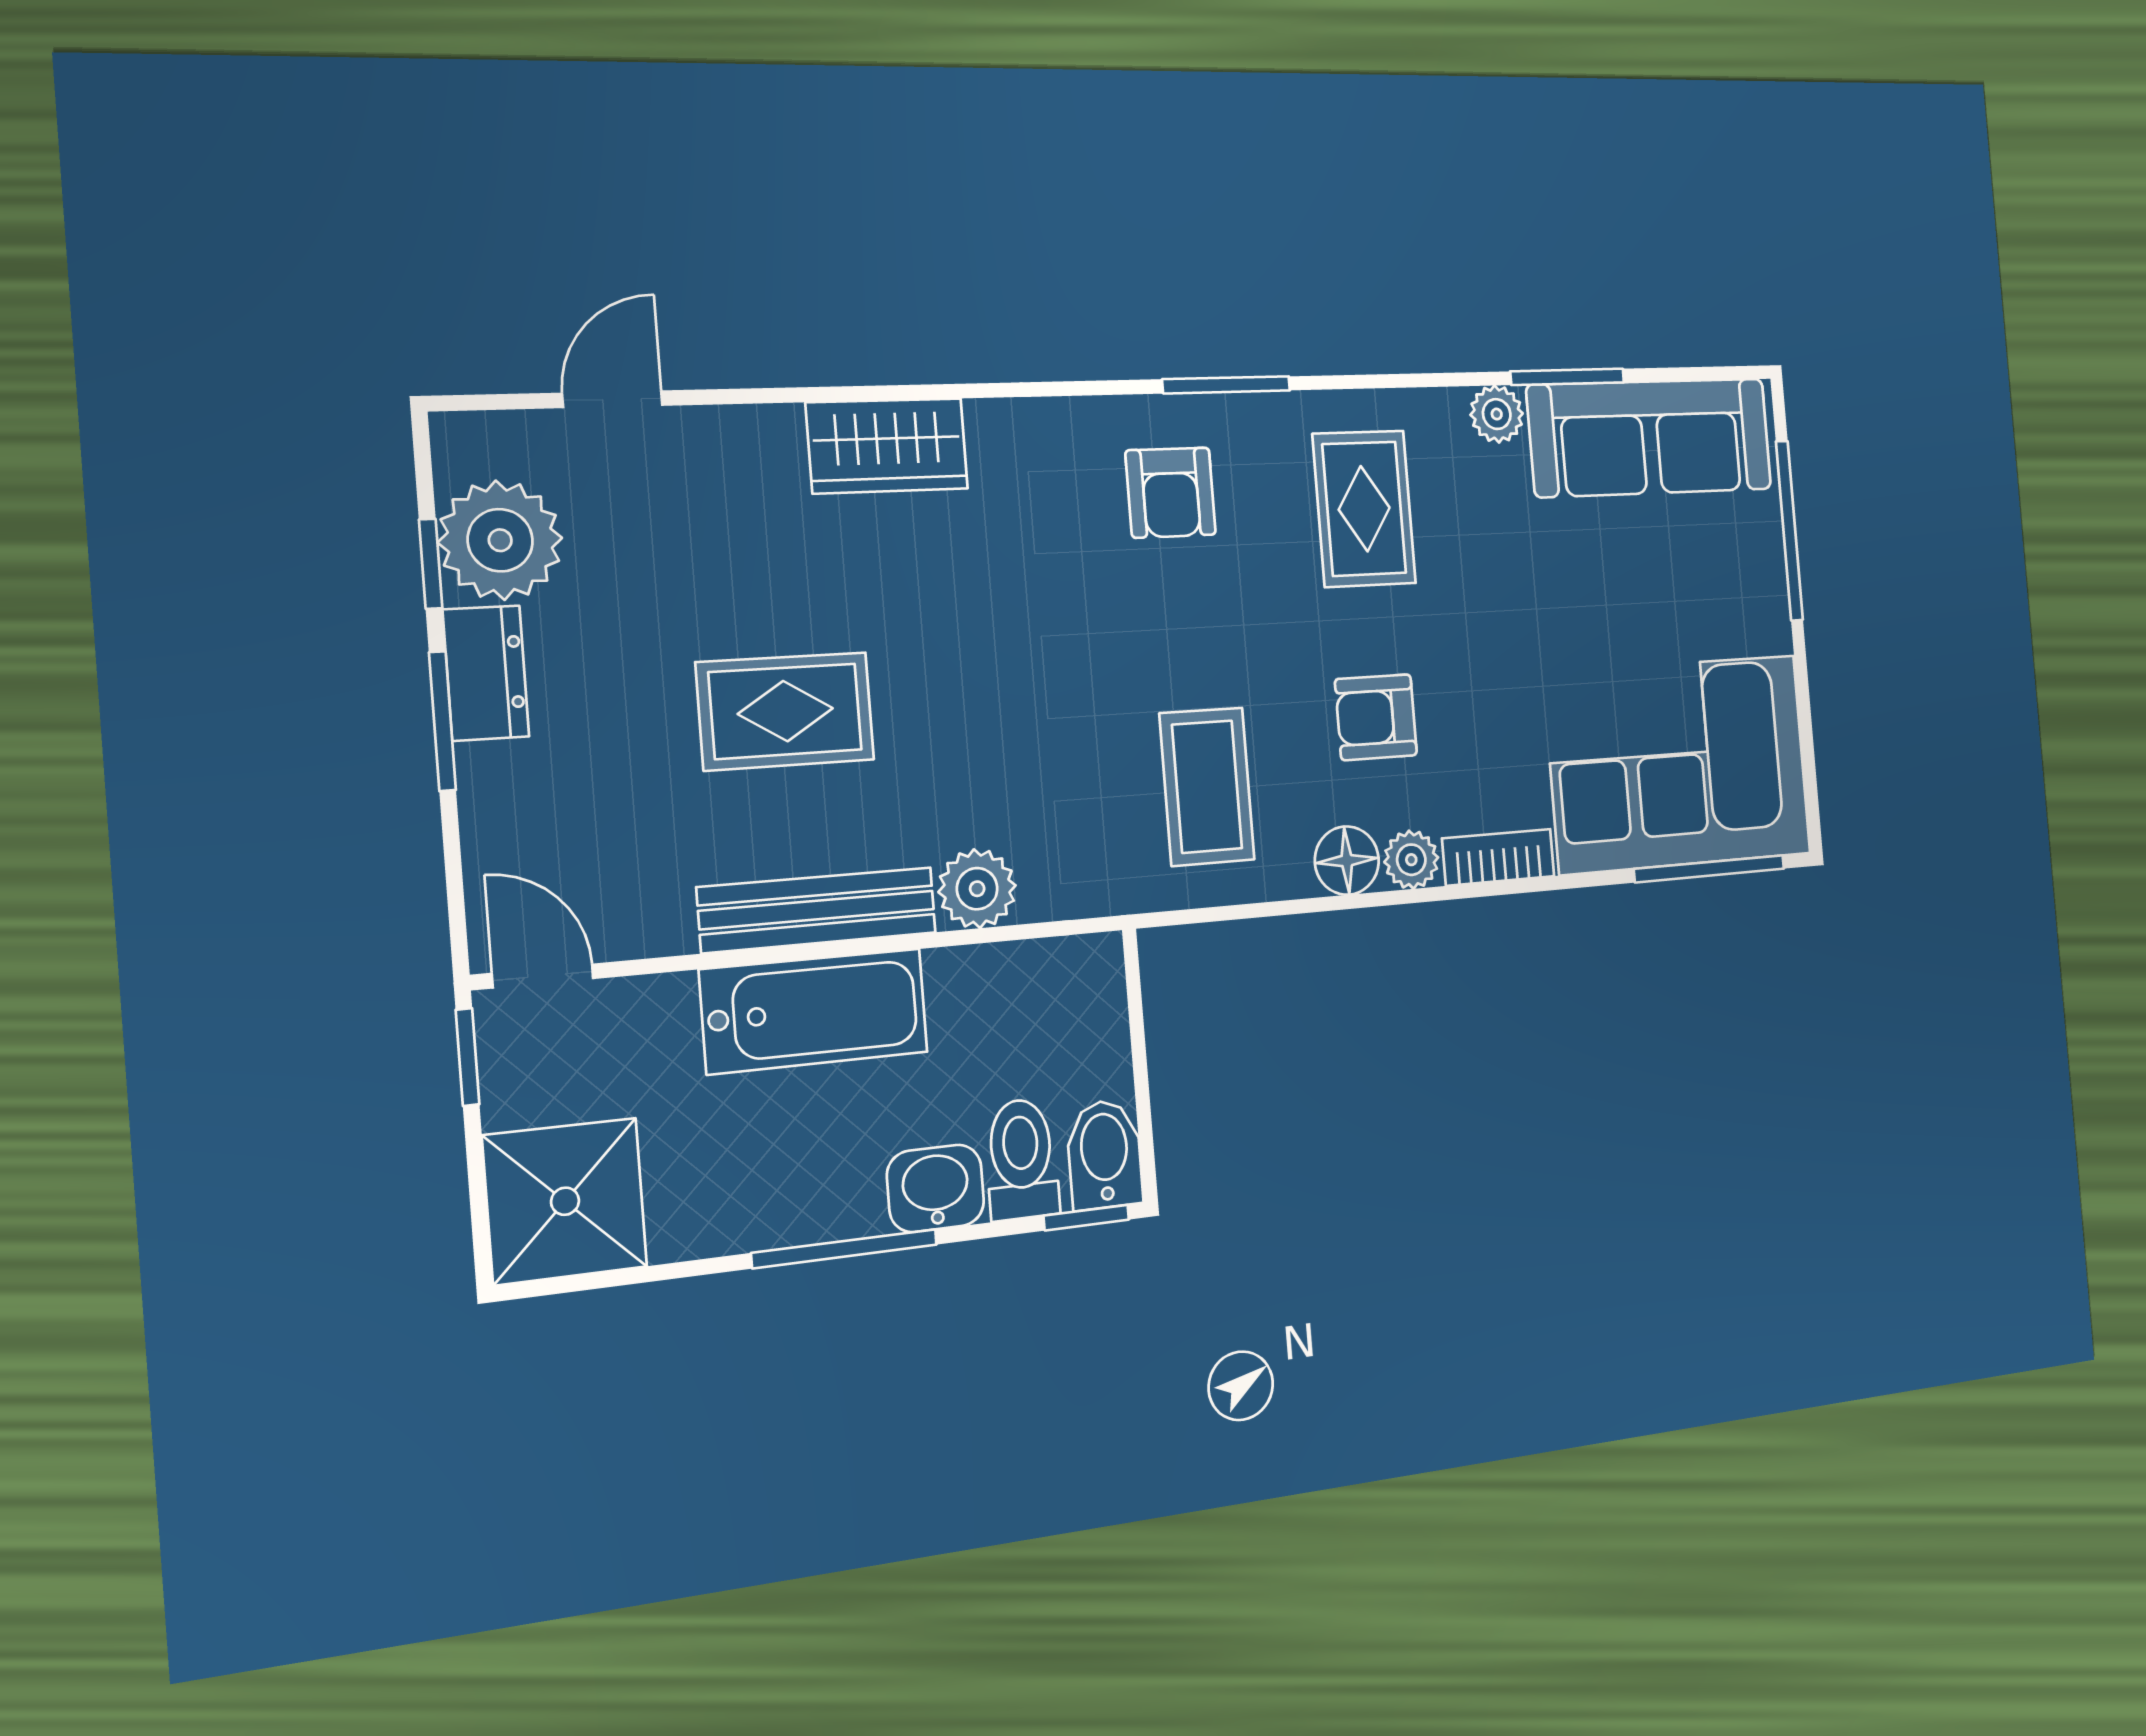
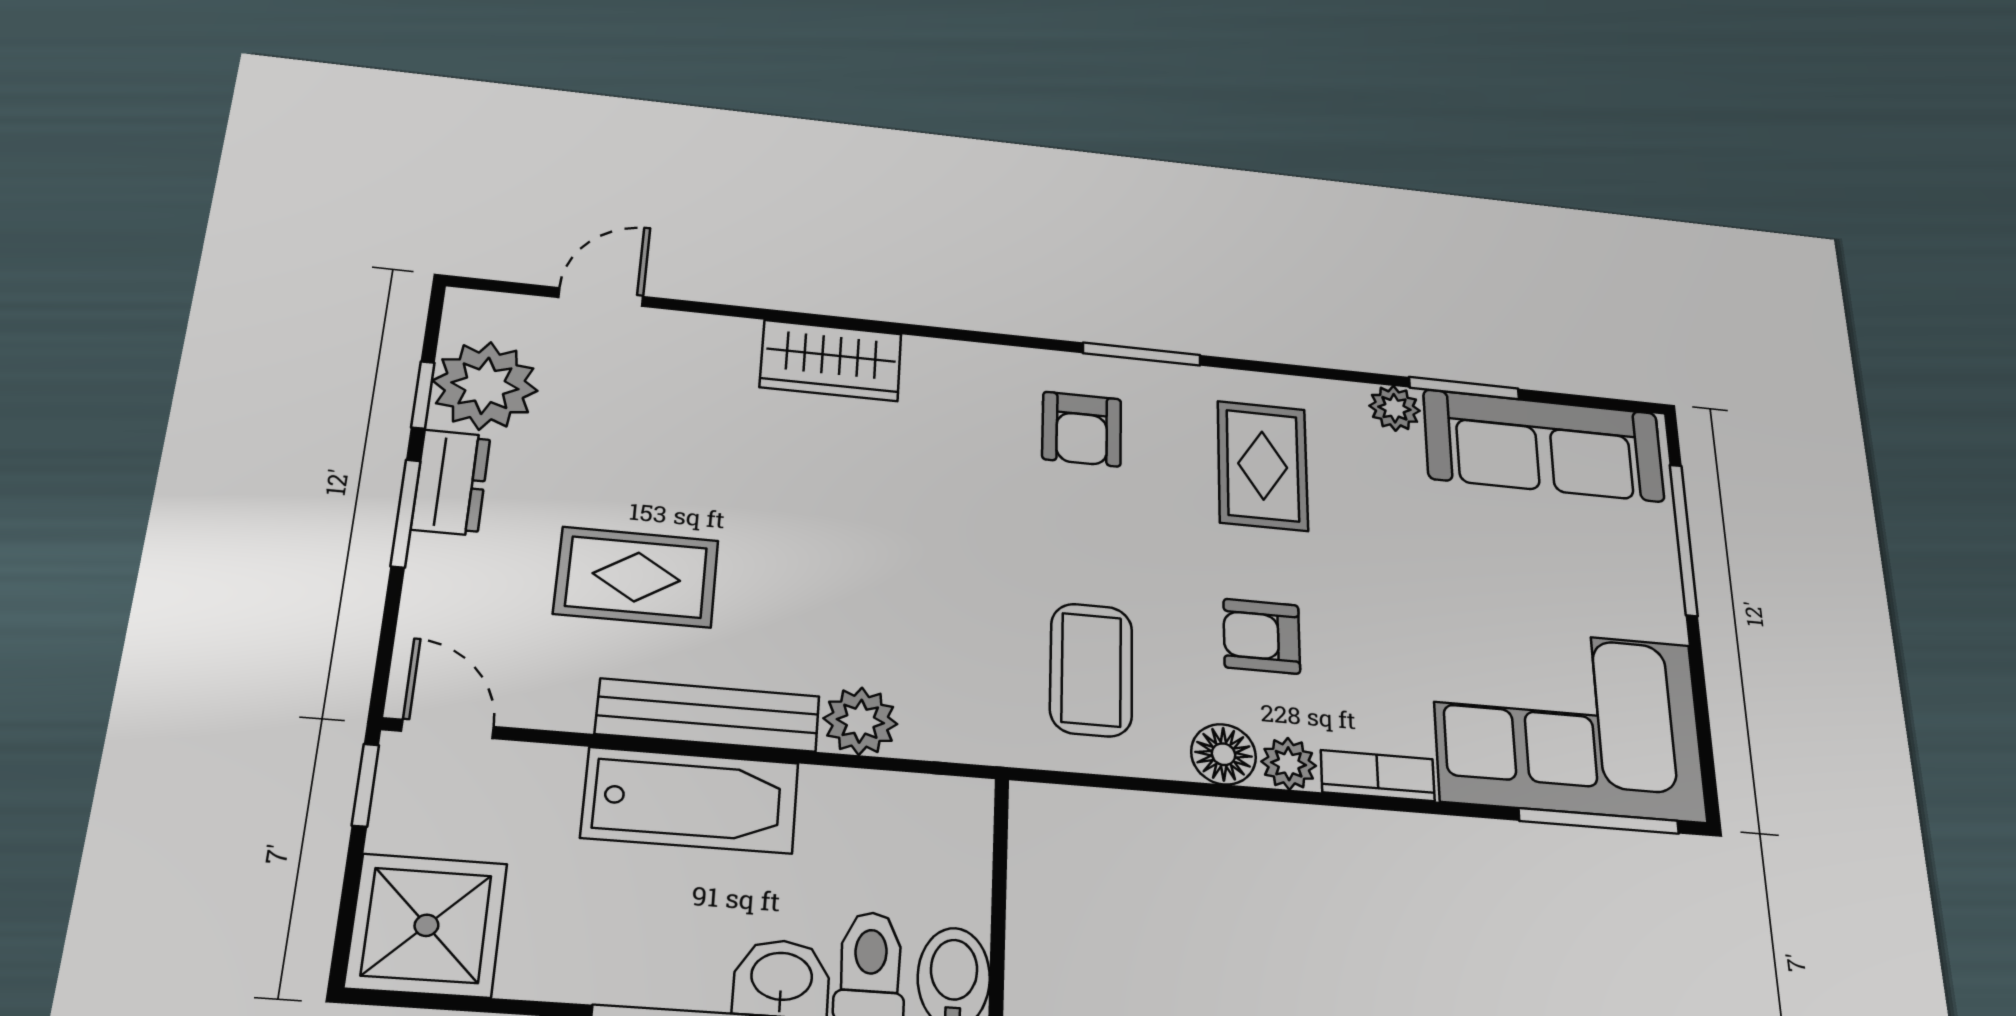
rug: (785, 711) -> (636, 577), moved

